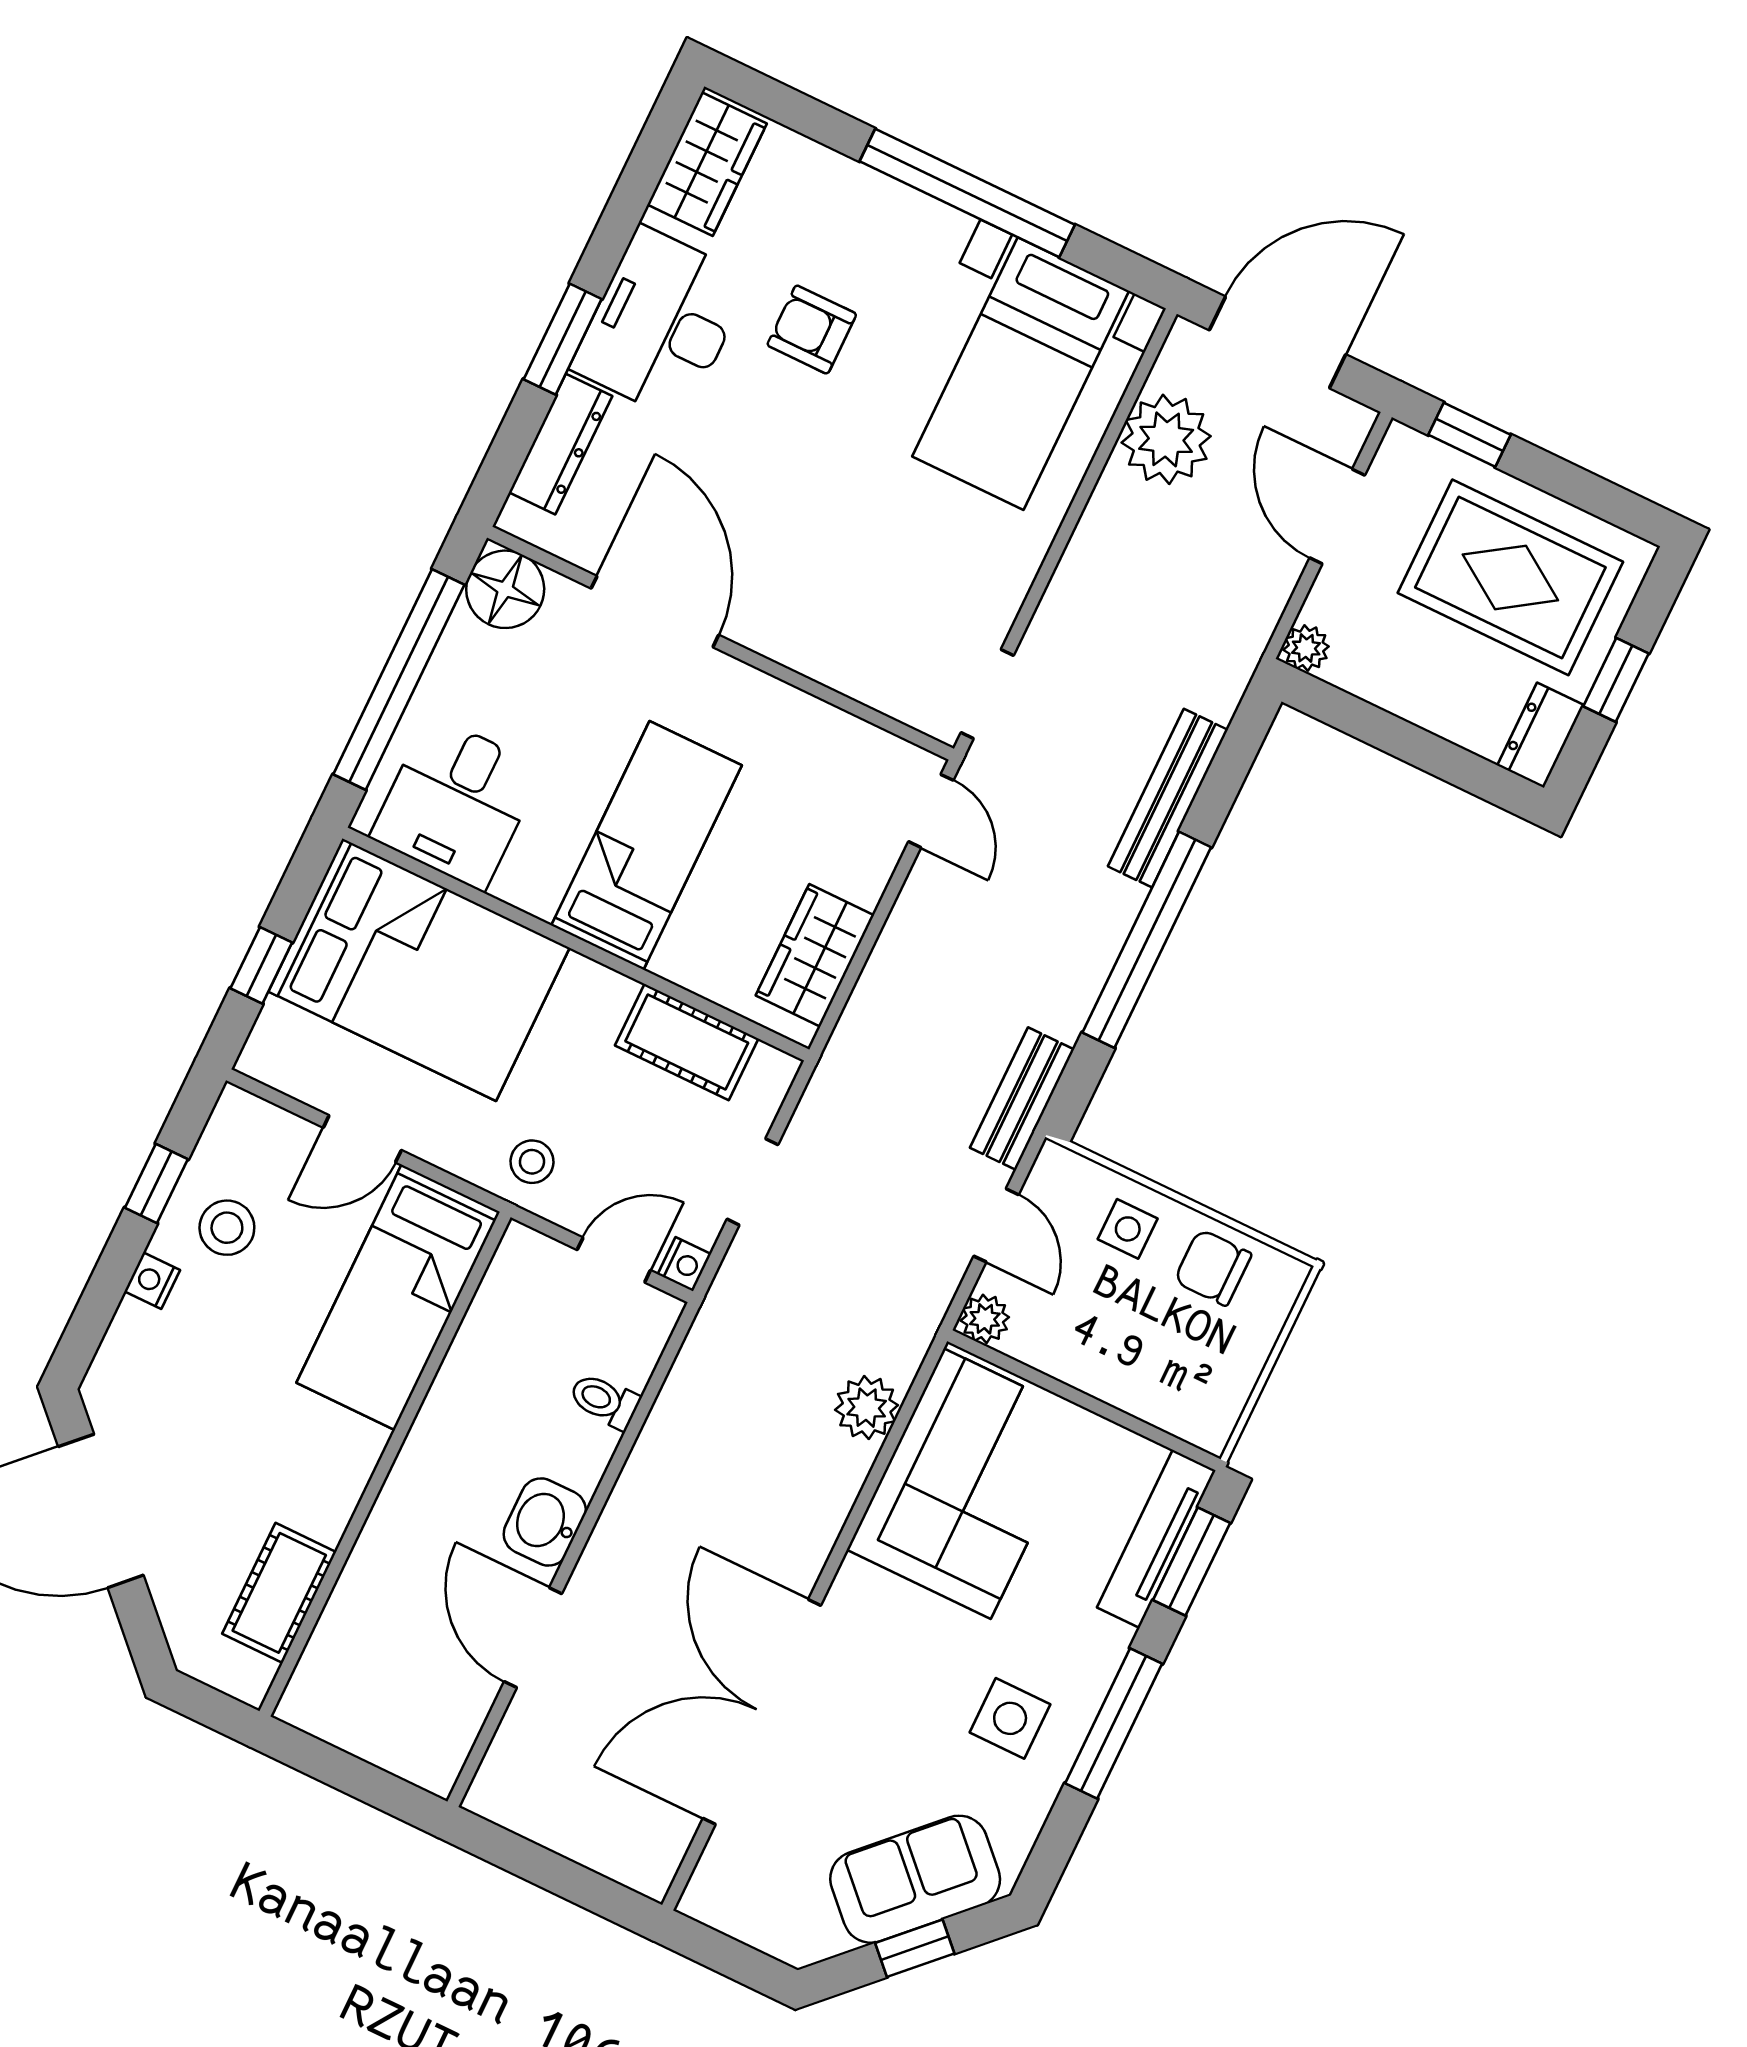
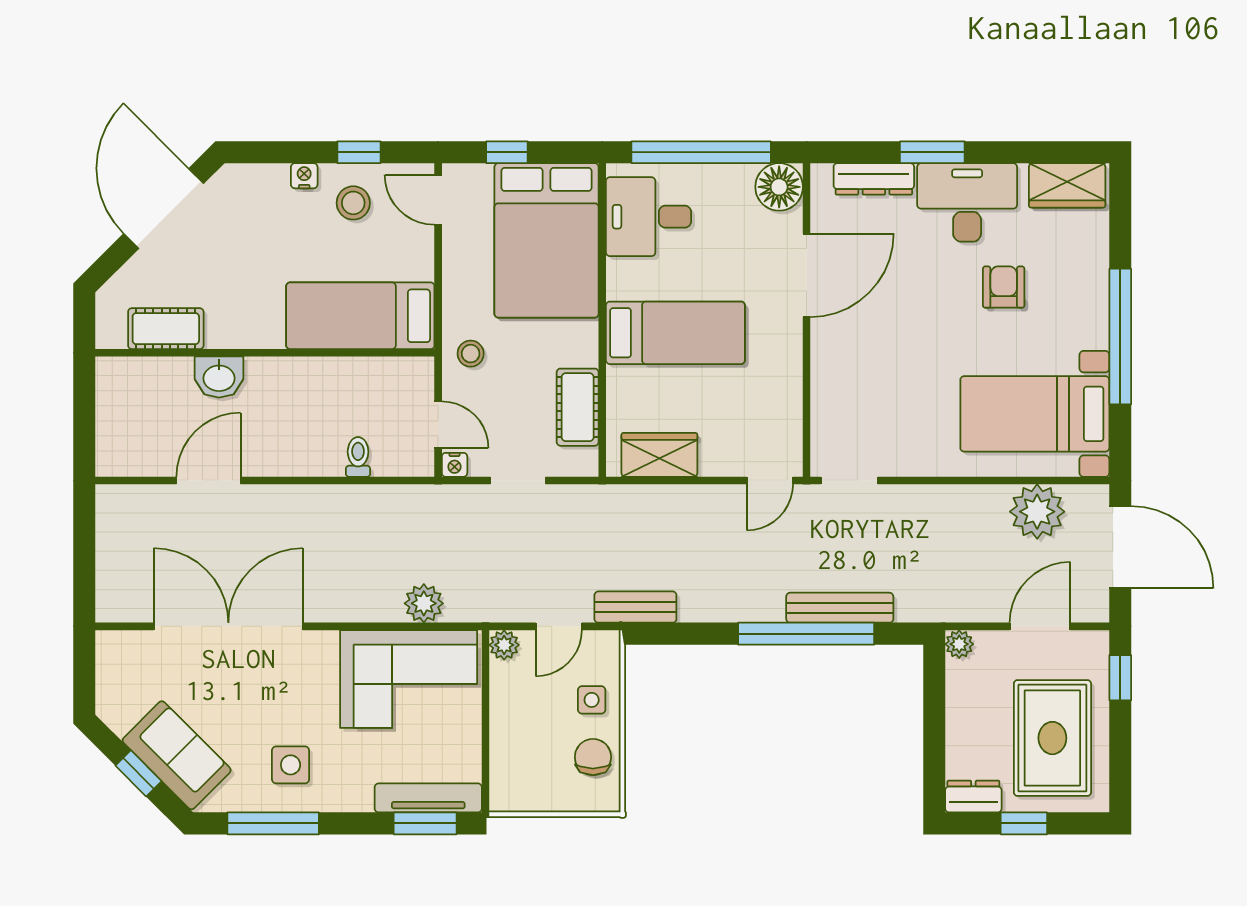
window: (1147, 940) -> (806, 634), moved
door: (362, 1139) -> (438, 200), moved
washbasin: (545, 1522) -> (219, 377), moved, turned 180
window: (1114, 1723) -> (273, 823), moved

